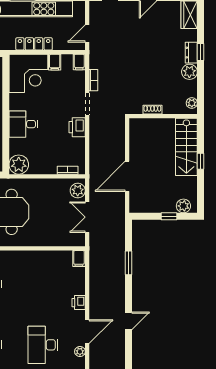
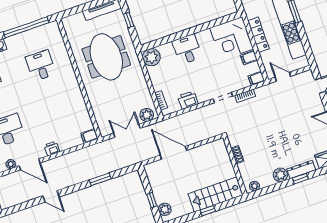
dresser: (191, 53) -> (301, 170), width x1.44
printer: (77, 127) -> (188, 100), moved

